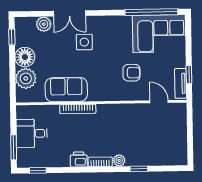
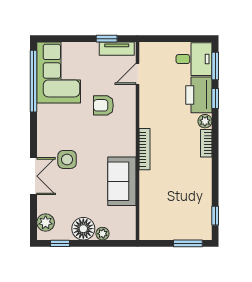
plant: (44, 24) -> (46, 223), moved
armchair: (131, 73) -> (103, 105), turned -90
plant: (26, 78) -> (103, 234), width x0.53, depth x0.53
bookcase: (78, 109) -> (145, 149), moved
desk: (32, 133) -> (194, 59), moved, turned -90
printer: (79, 159) -> (199, 95), moved, width x1.87, depth x1.48
window: (167, 168) -> (215, 66), added

